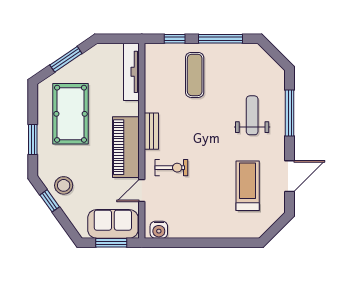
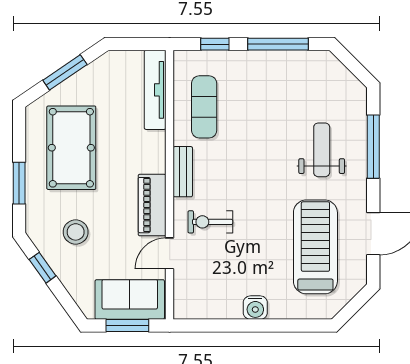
exercise mat: (195, 75) -> (204, 107), moved
piano: (126, 147) -> (152, 205), width x0.73, depth x0.75
exercise bike: (171, 168) -> (210, 222), turned 180
stool: (64, 185) -> (76, 232), moved
treadmill: (248, 186) -> (315, 247), width x1.37, depth x1.38
water cooler: (159, 230) -> (255, 308), moved

